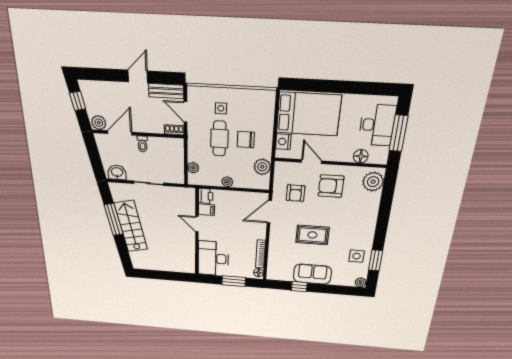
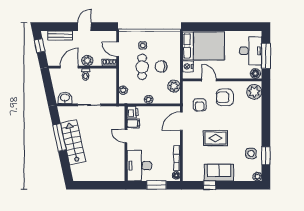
bench: (166, 91) -> (60, 36), moved
plant: (99, 123) -> (87, 61), moved
floor lamp: (361, 156) -> (255, 74), moved

